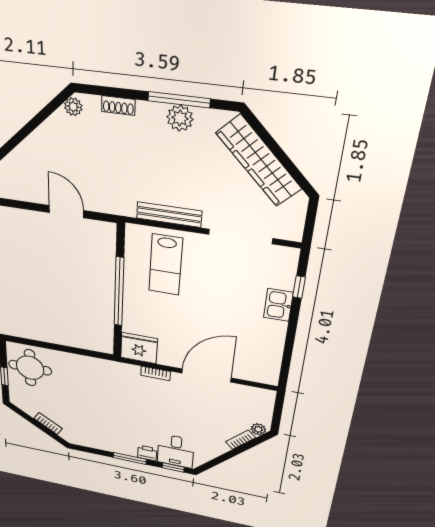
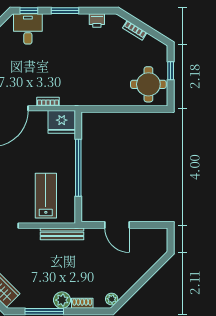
plant: (180, 118) -> (62, 300), moved
bench: (169, 215) -> (62, 234), moved
printer: (147, 453) -> (97, 20), moved

